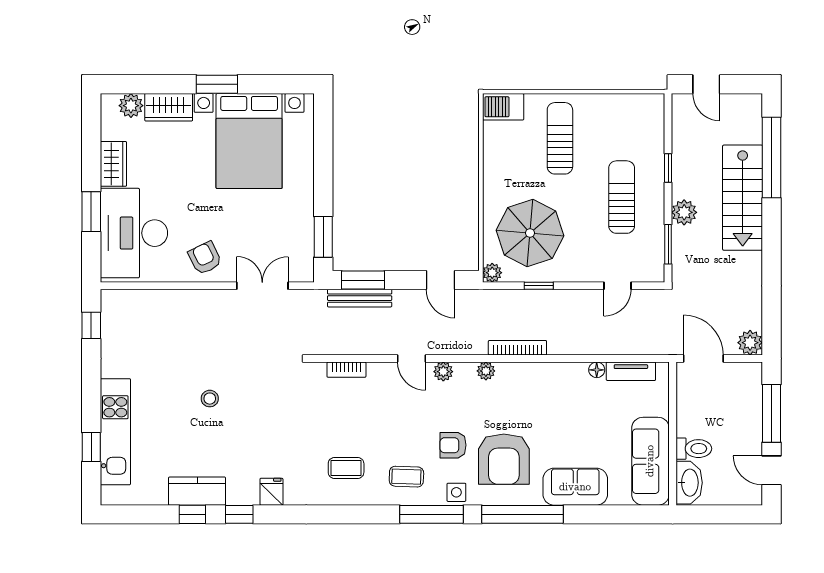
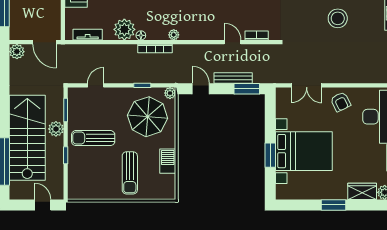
barbecue: (503, 107) -> (168, 161), moved, turned -90
bed with nightstands: (249, 141) -> (304, 151), moved, turned 90
sun lounger: (622, 197) -> (93, 138), turned 90
stairs: (743, 198) -> (27, 138), width x1.36, depth x1.51
window: (323, 237) -> (270, 155), moved
bench: (360, 298) -> (233, 78), moved
door: (412, 359) -> (233, 42), moved
floor lamp: (597, 370) -> (141, 35), moved
plant: (443, 372) -> (124, 29), moved, width x1.88, depth x1.88
stool: (210, 399) -> (338, 18), width x1.89, depth x1.89

